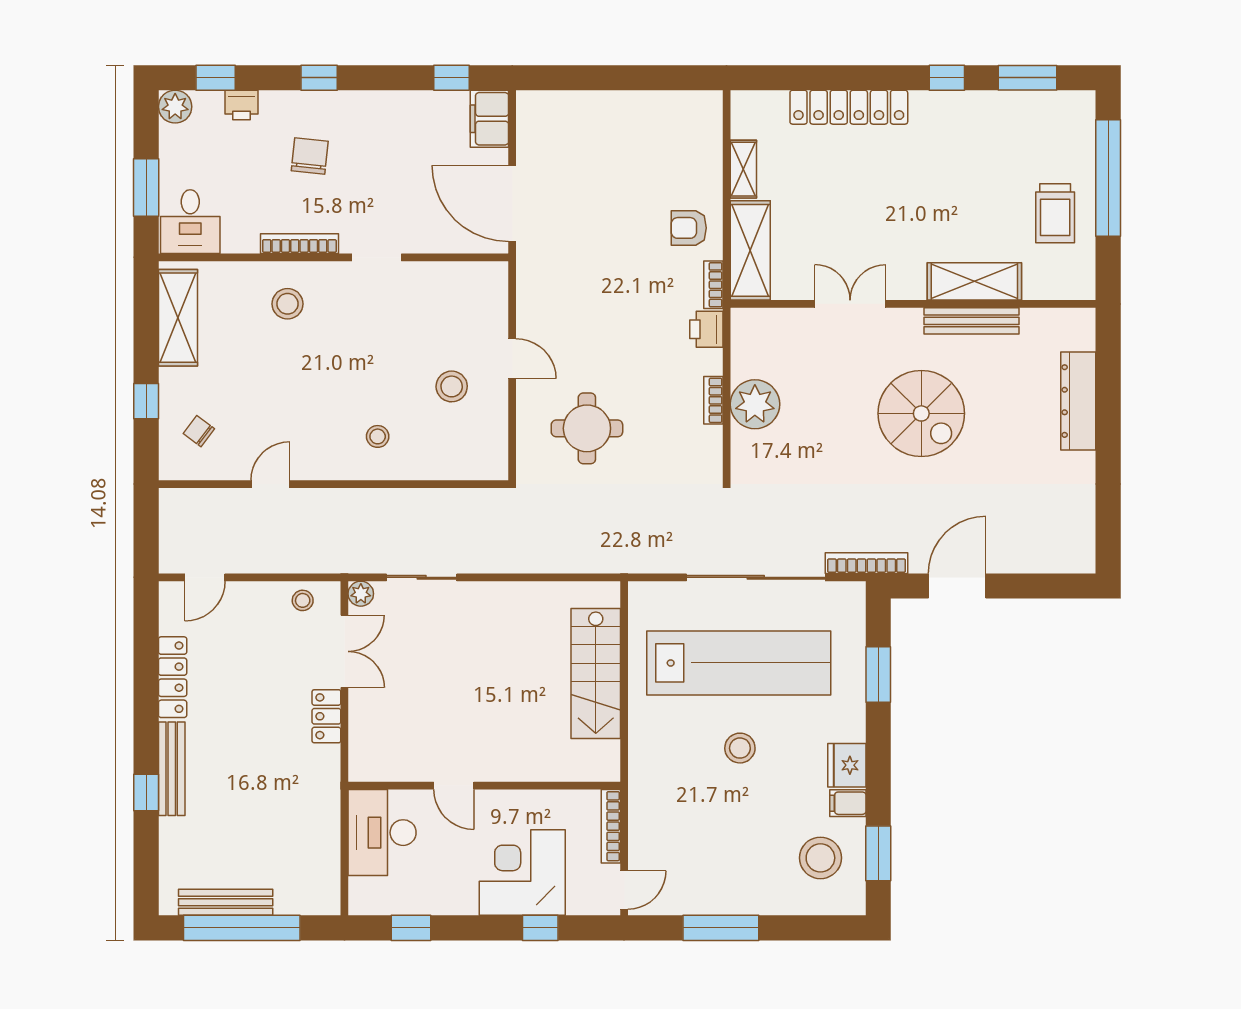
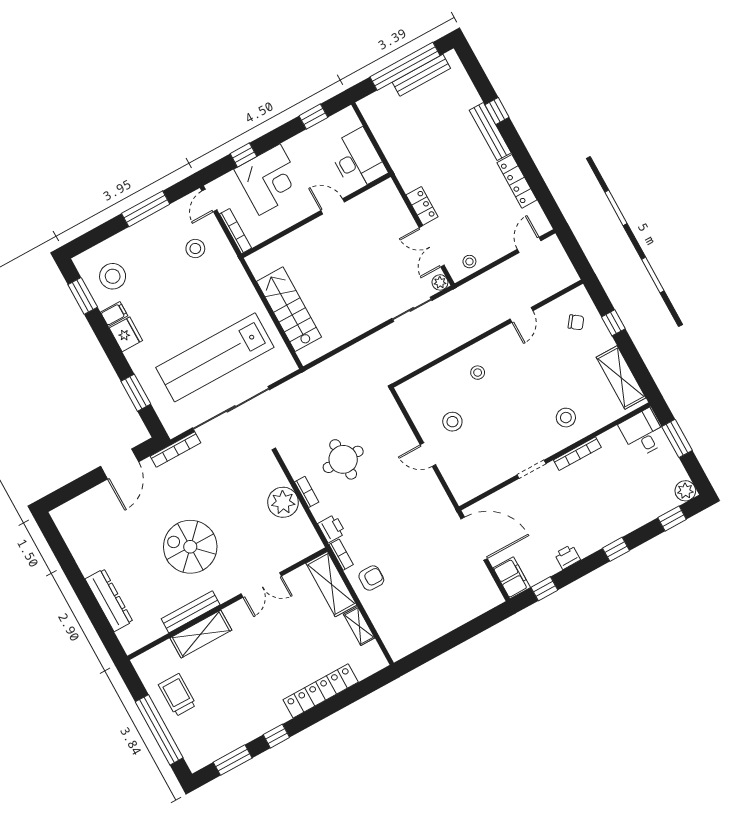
printer: (242, 105) -> (567, 557), moved
chair: (310, 156) -> (598, 504), removed
round table: (587, 428) -> (343, 459), moved
stool: (740, 748) -> (195, 248), moved

